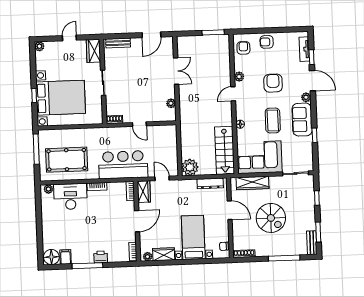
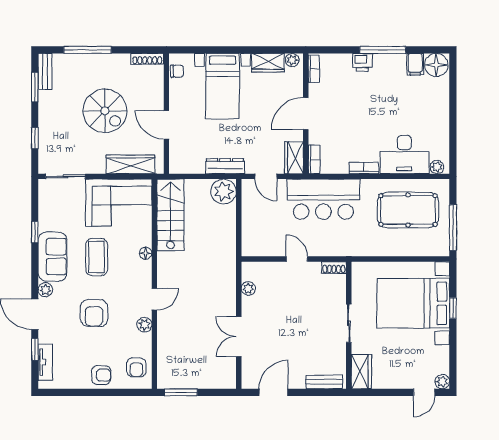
door: (69, 38) -> (424, 392), moved
dresser: (210, 183) -> (225, 166), moved
spiral stairs: (271, 218) -> (105, 111), turned 180

